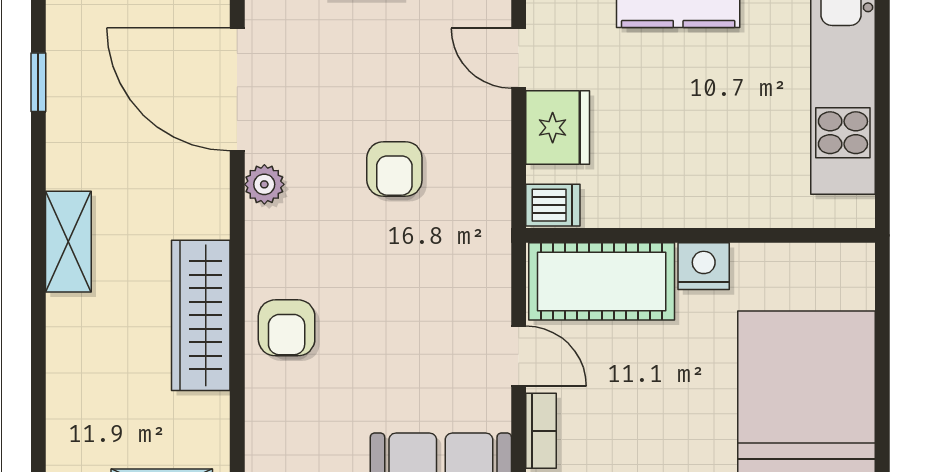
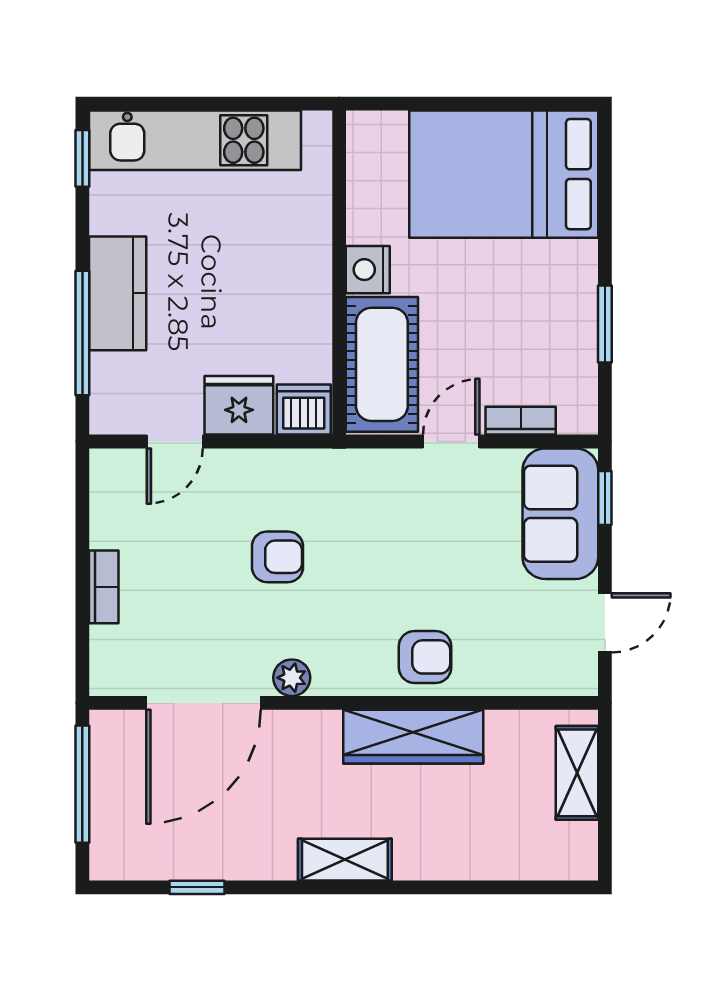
dishwasher: (553, 205) -> (304, 410), width x1.38

